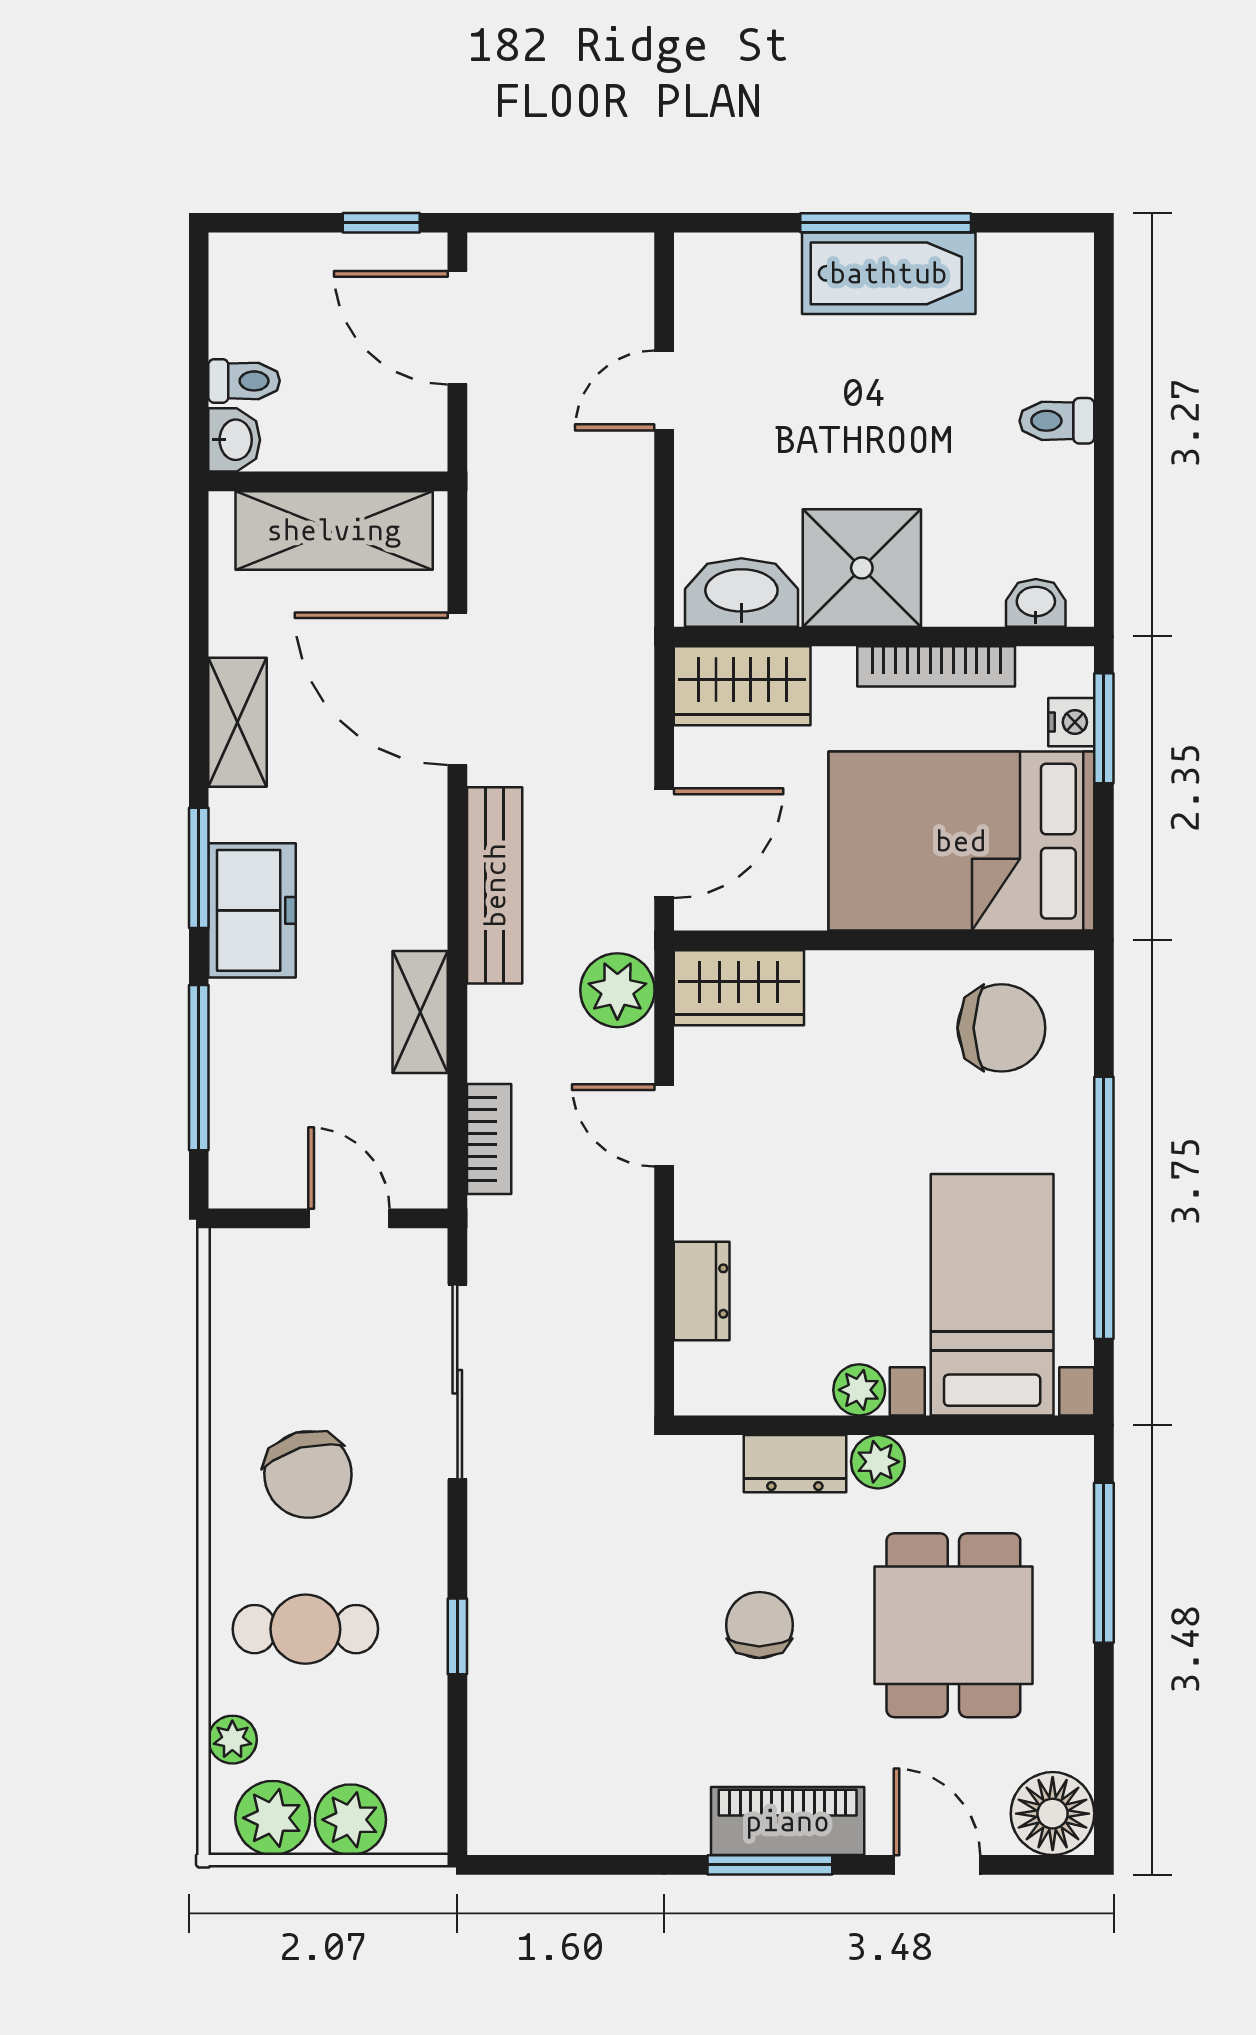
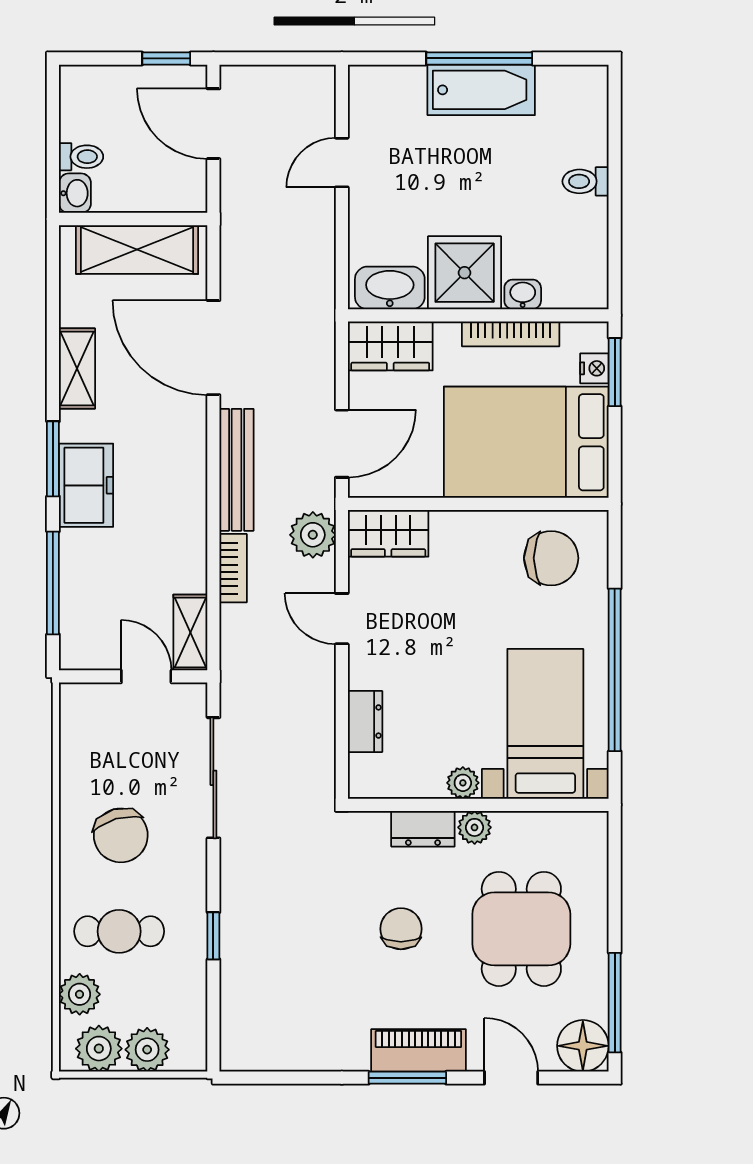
washbasin: (1036, 603) -> (523, 294), moved
shelving: (420, 1012) -> (190, 632), moved
bookcase: (489, 1139) -> (233, 568), moved
window: (1104, 1563) -> (615, 1003), moved
plant: (232, 1740) -> (80, 994), width x1.38, depth x1.38

